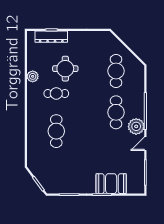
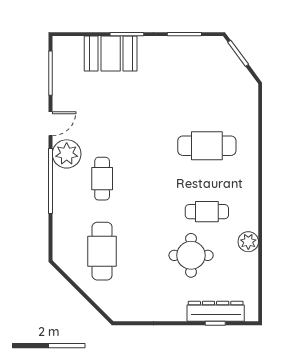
cafe table: (116, 112) -> (102, 179), width x0.73, depth x0.74
cafe table: (56, 131) -> (207, 146), turned 90

